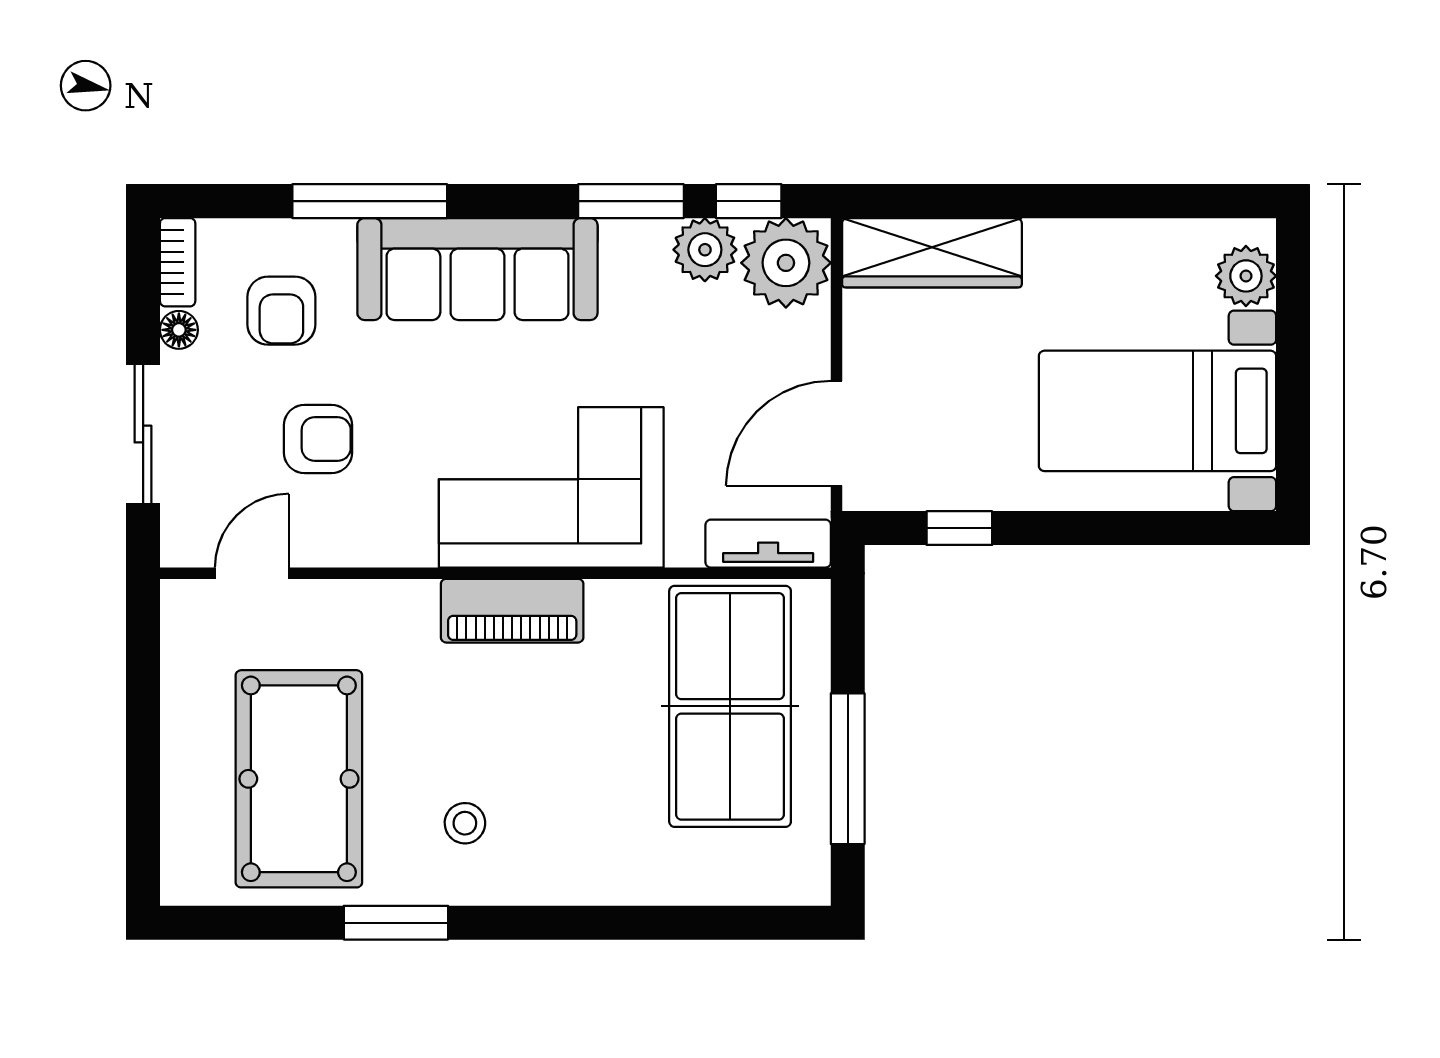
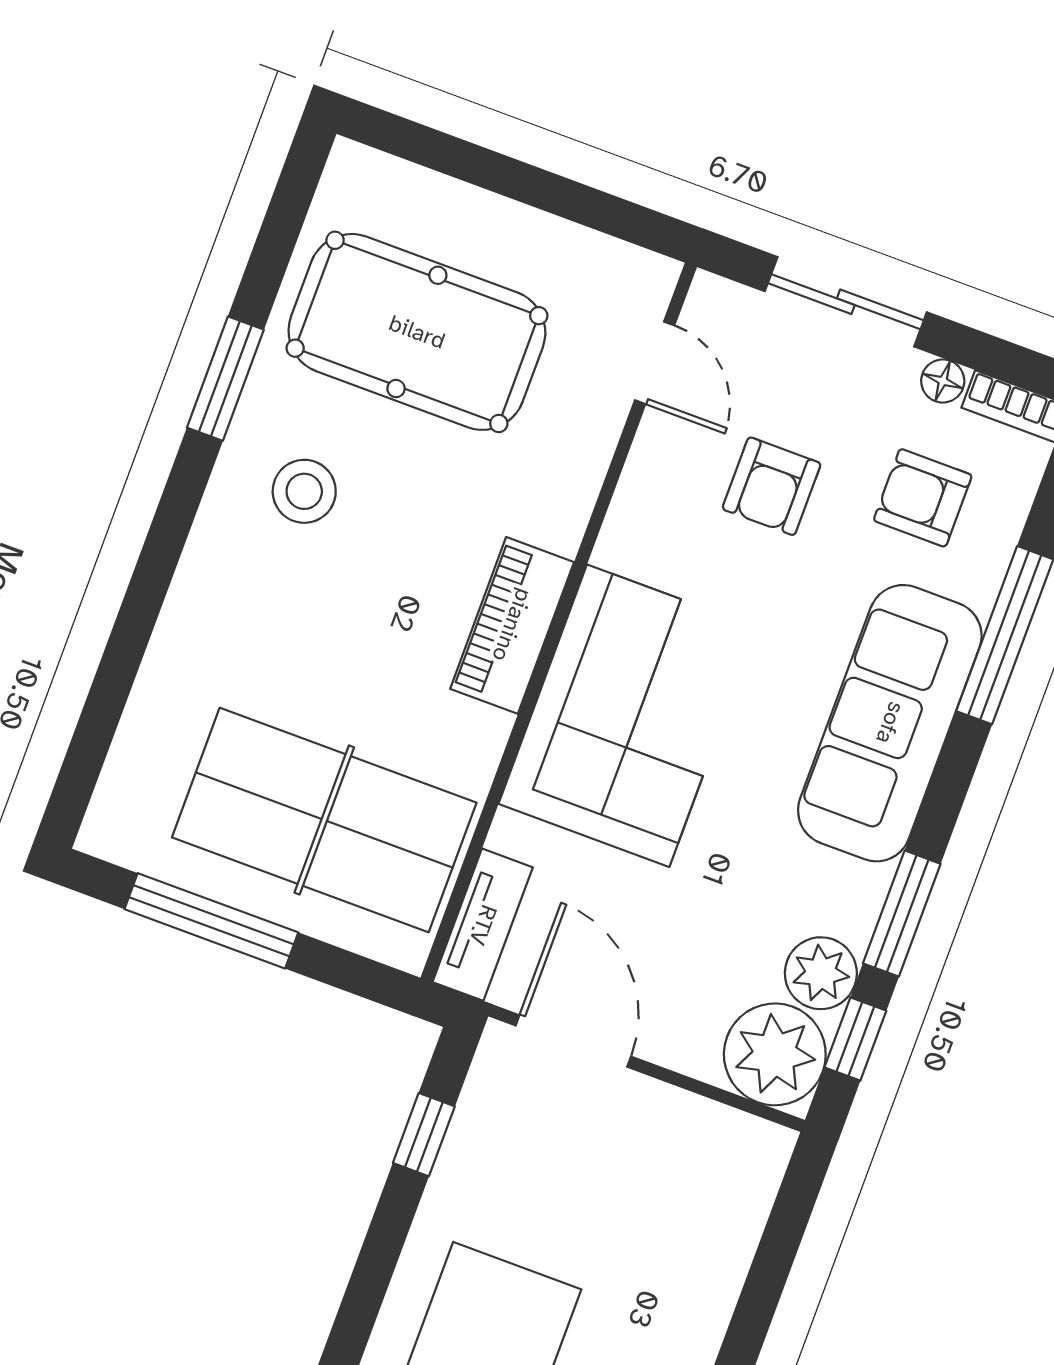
wardrobe: (932, 253) -> (728, 1214), removed
stool: (465, 823) -> (304, 491), width x1.37, depth x1.37

